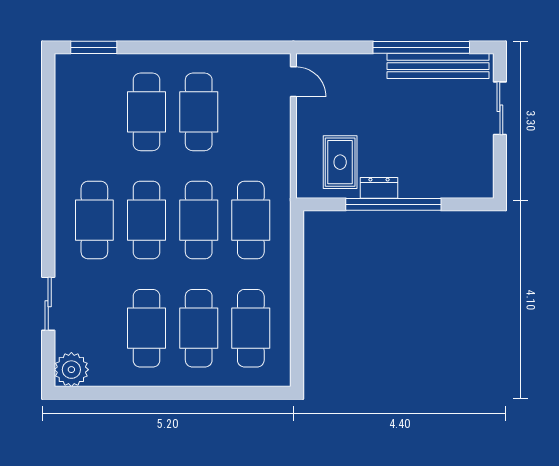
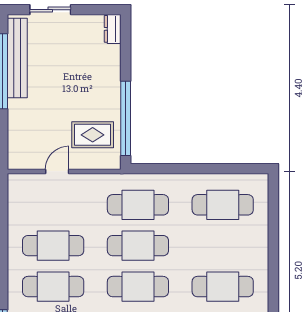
door: (293, 82) -> (57, 171), moved
dresser: (379, 188) -> (113, 29), moved
window: (393, 204) -> (126, 118), moved
cafe table: (199, 328) -> (223, 246), removed

